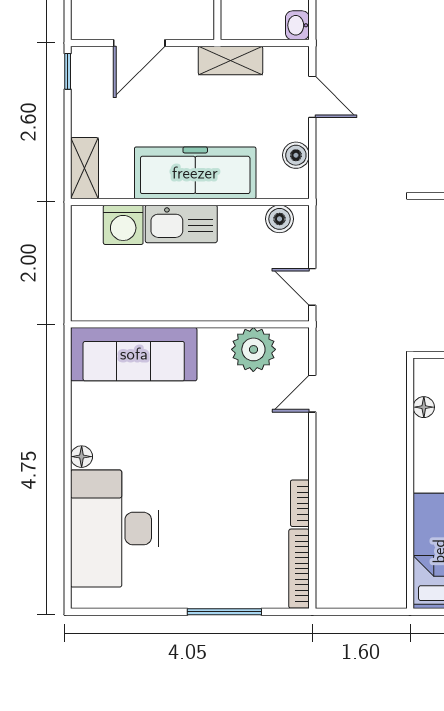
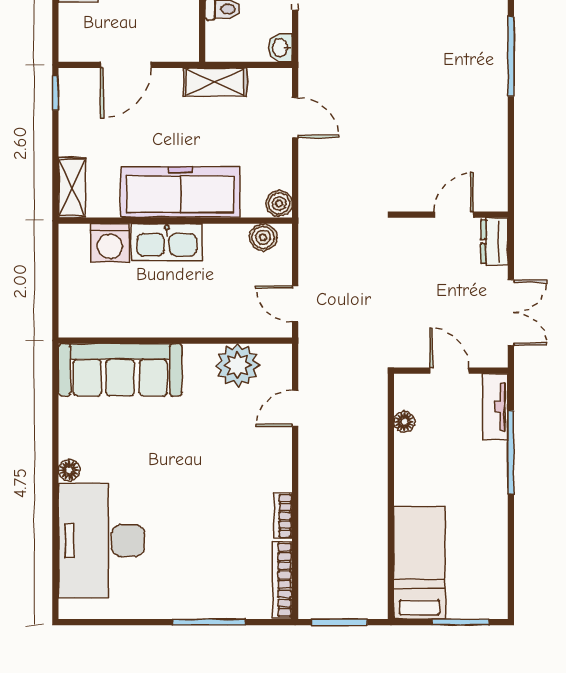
boiler: (296, 155) -> (279, 203), moved
window: (357, 612) -> (339, 622), added

